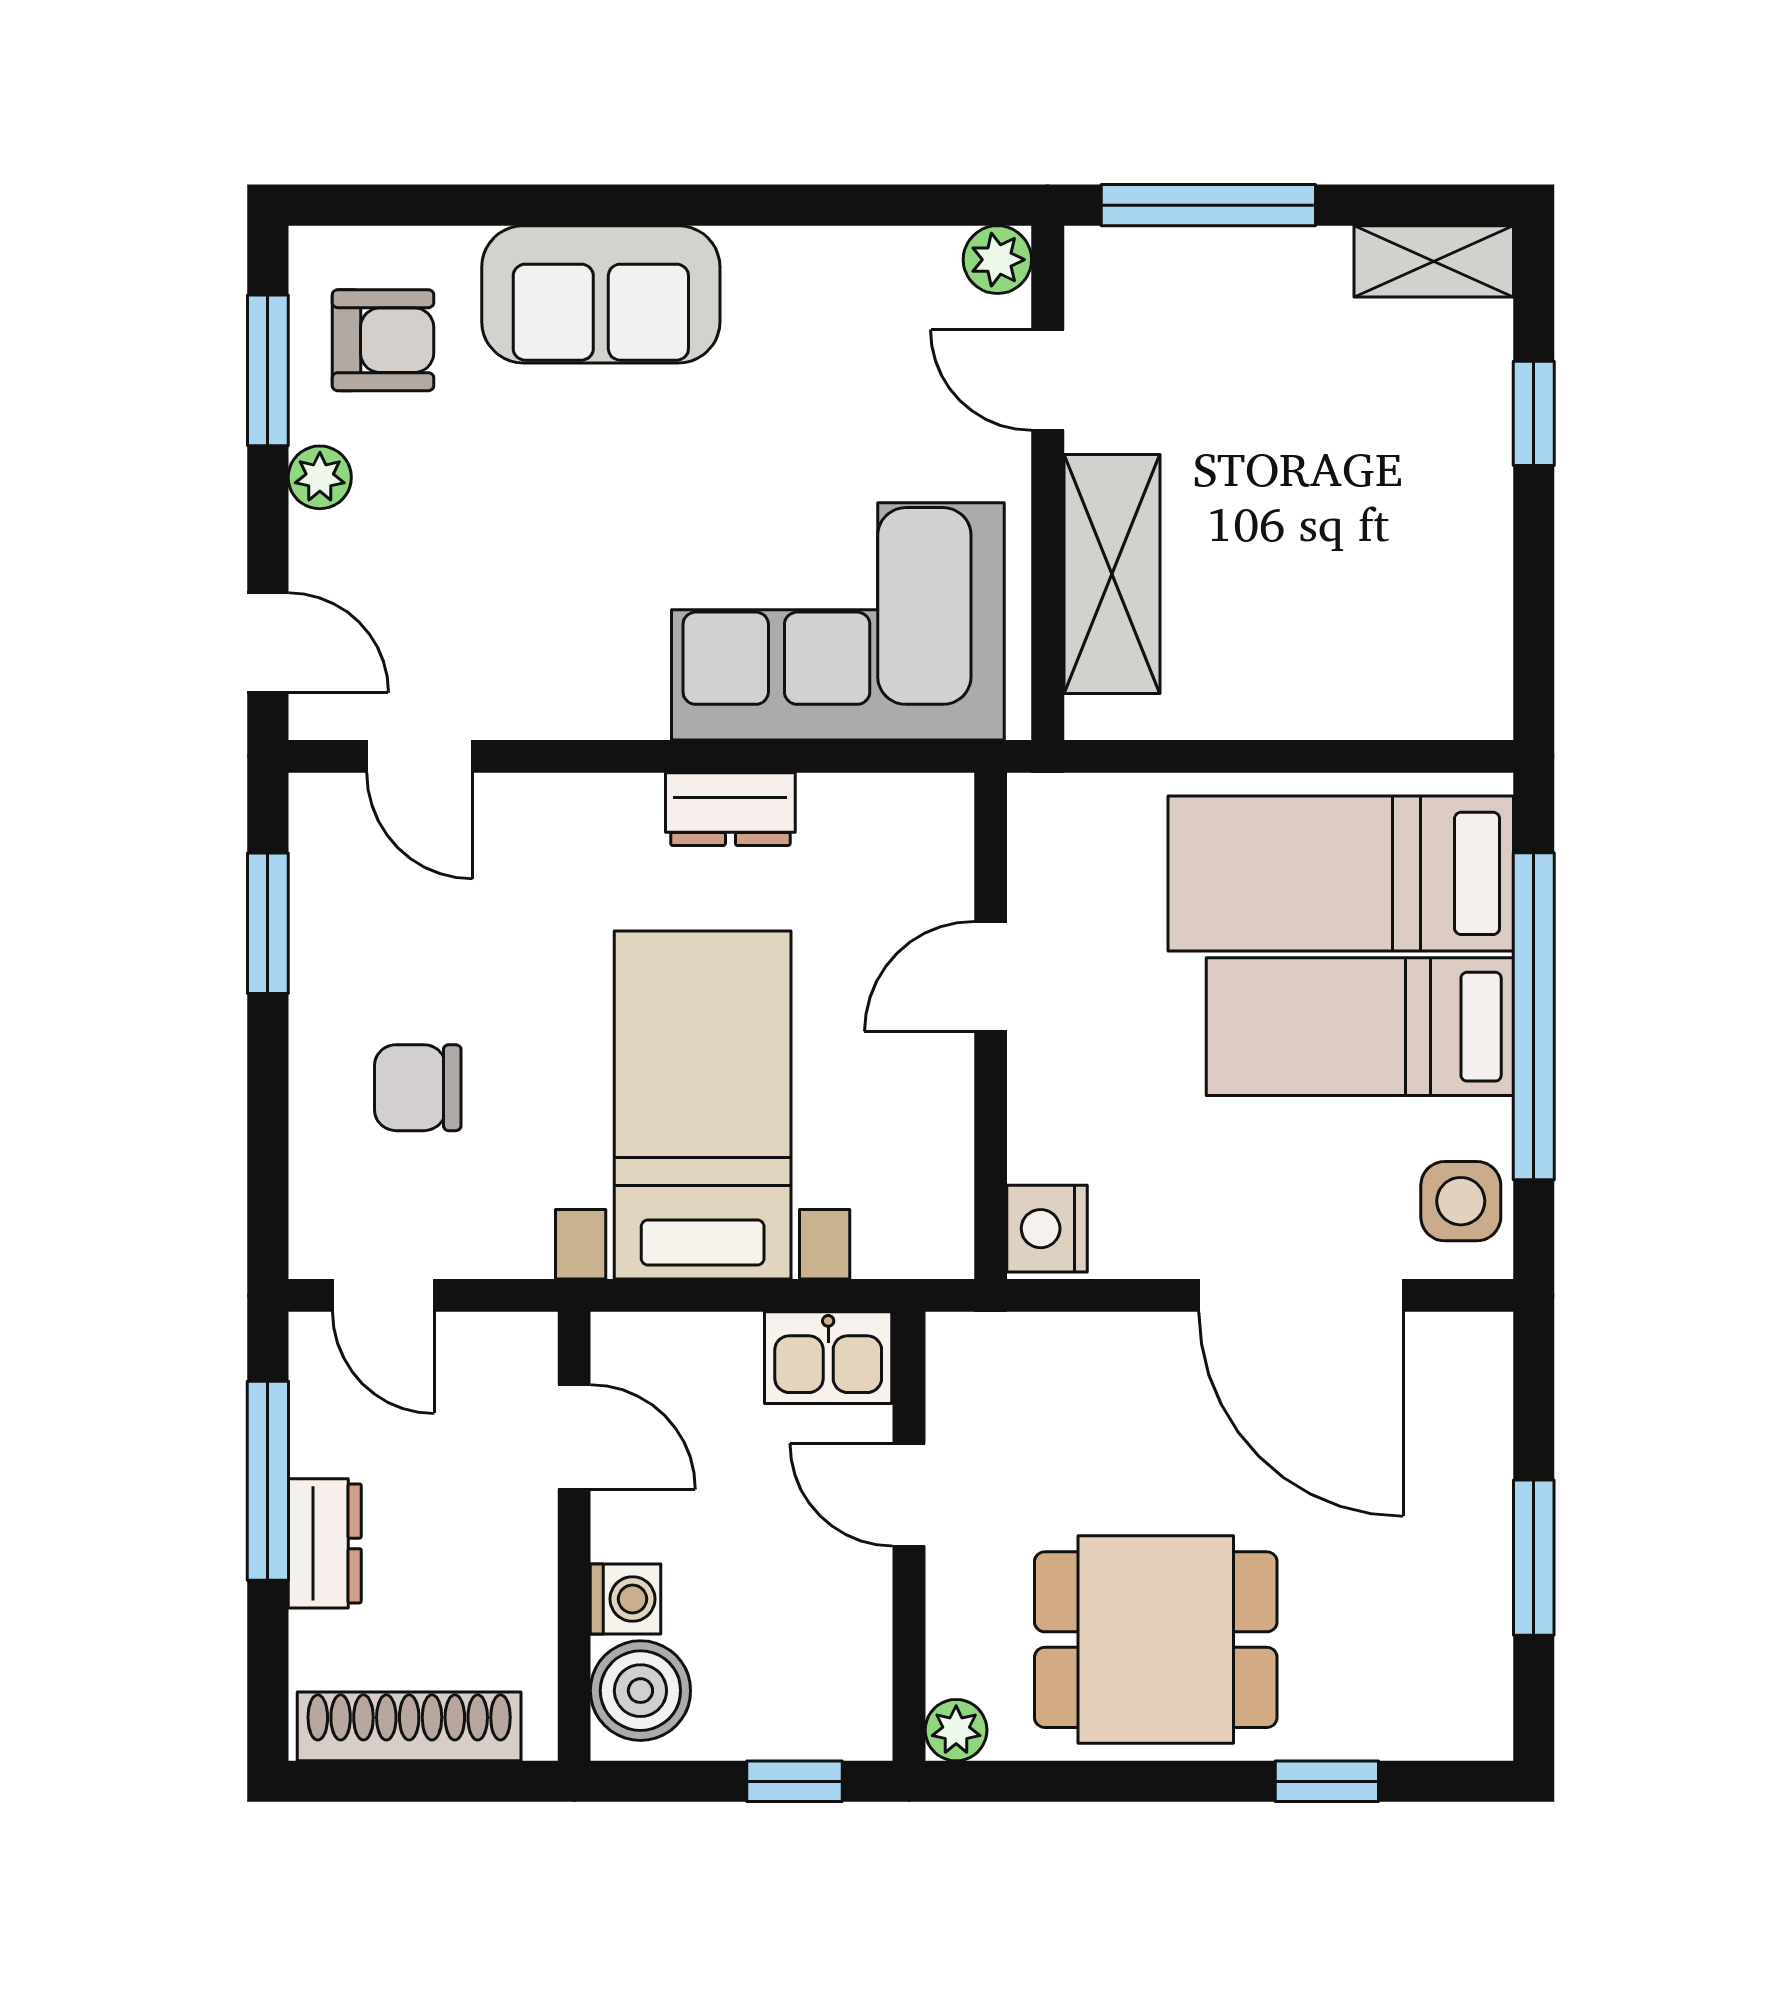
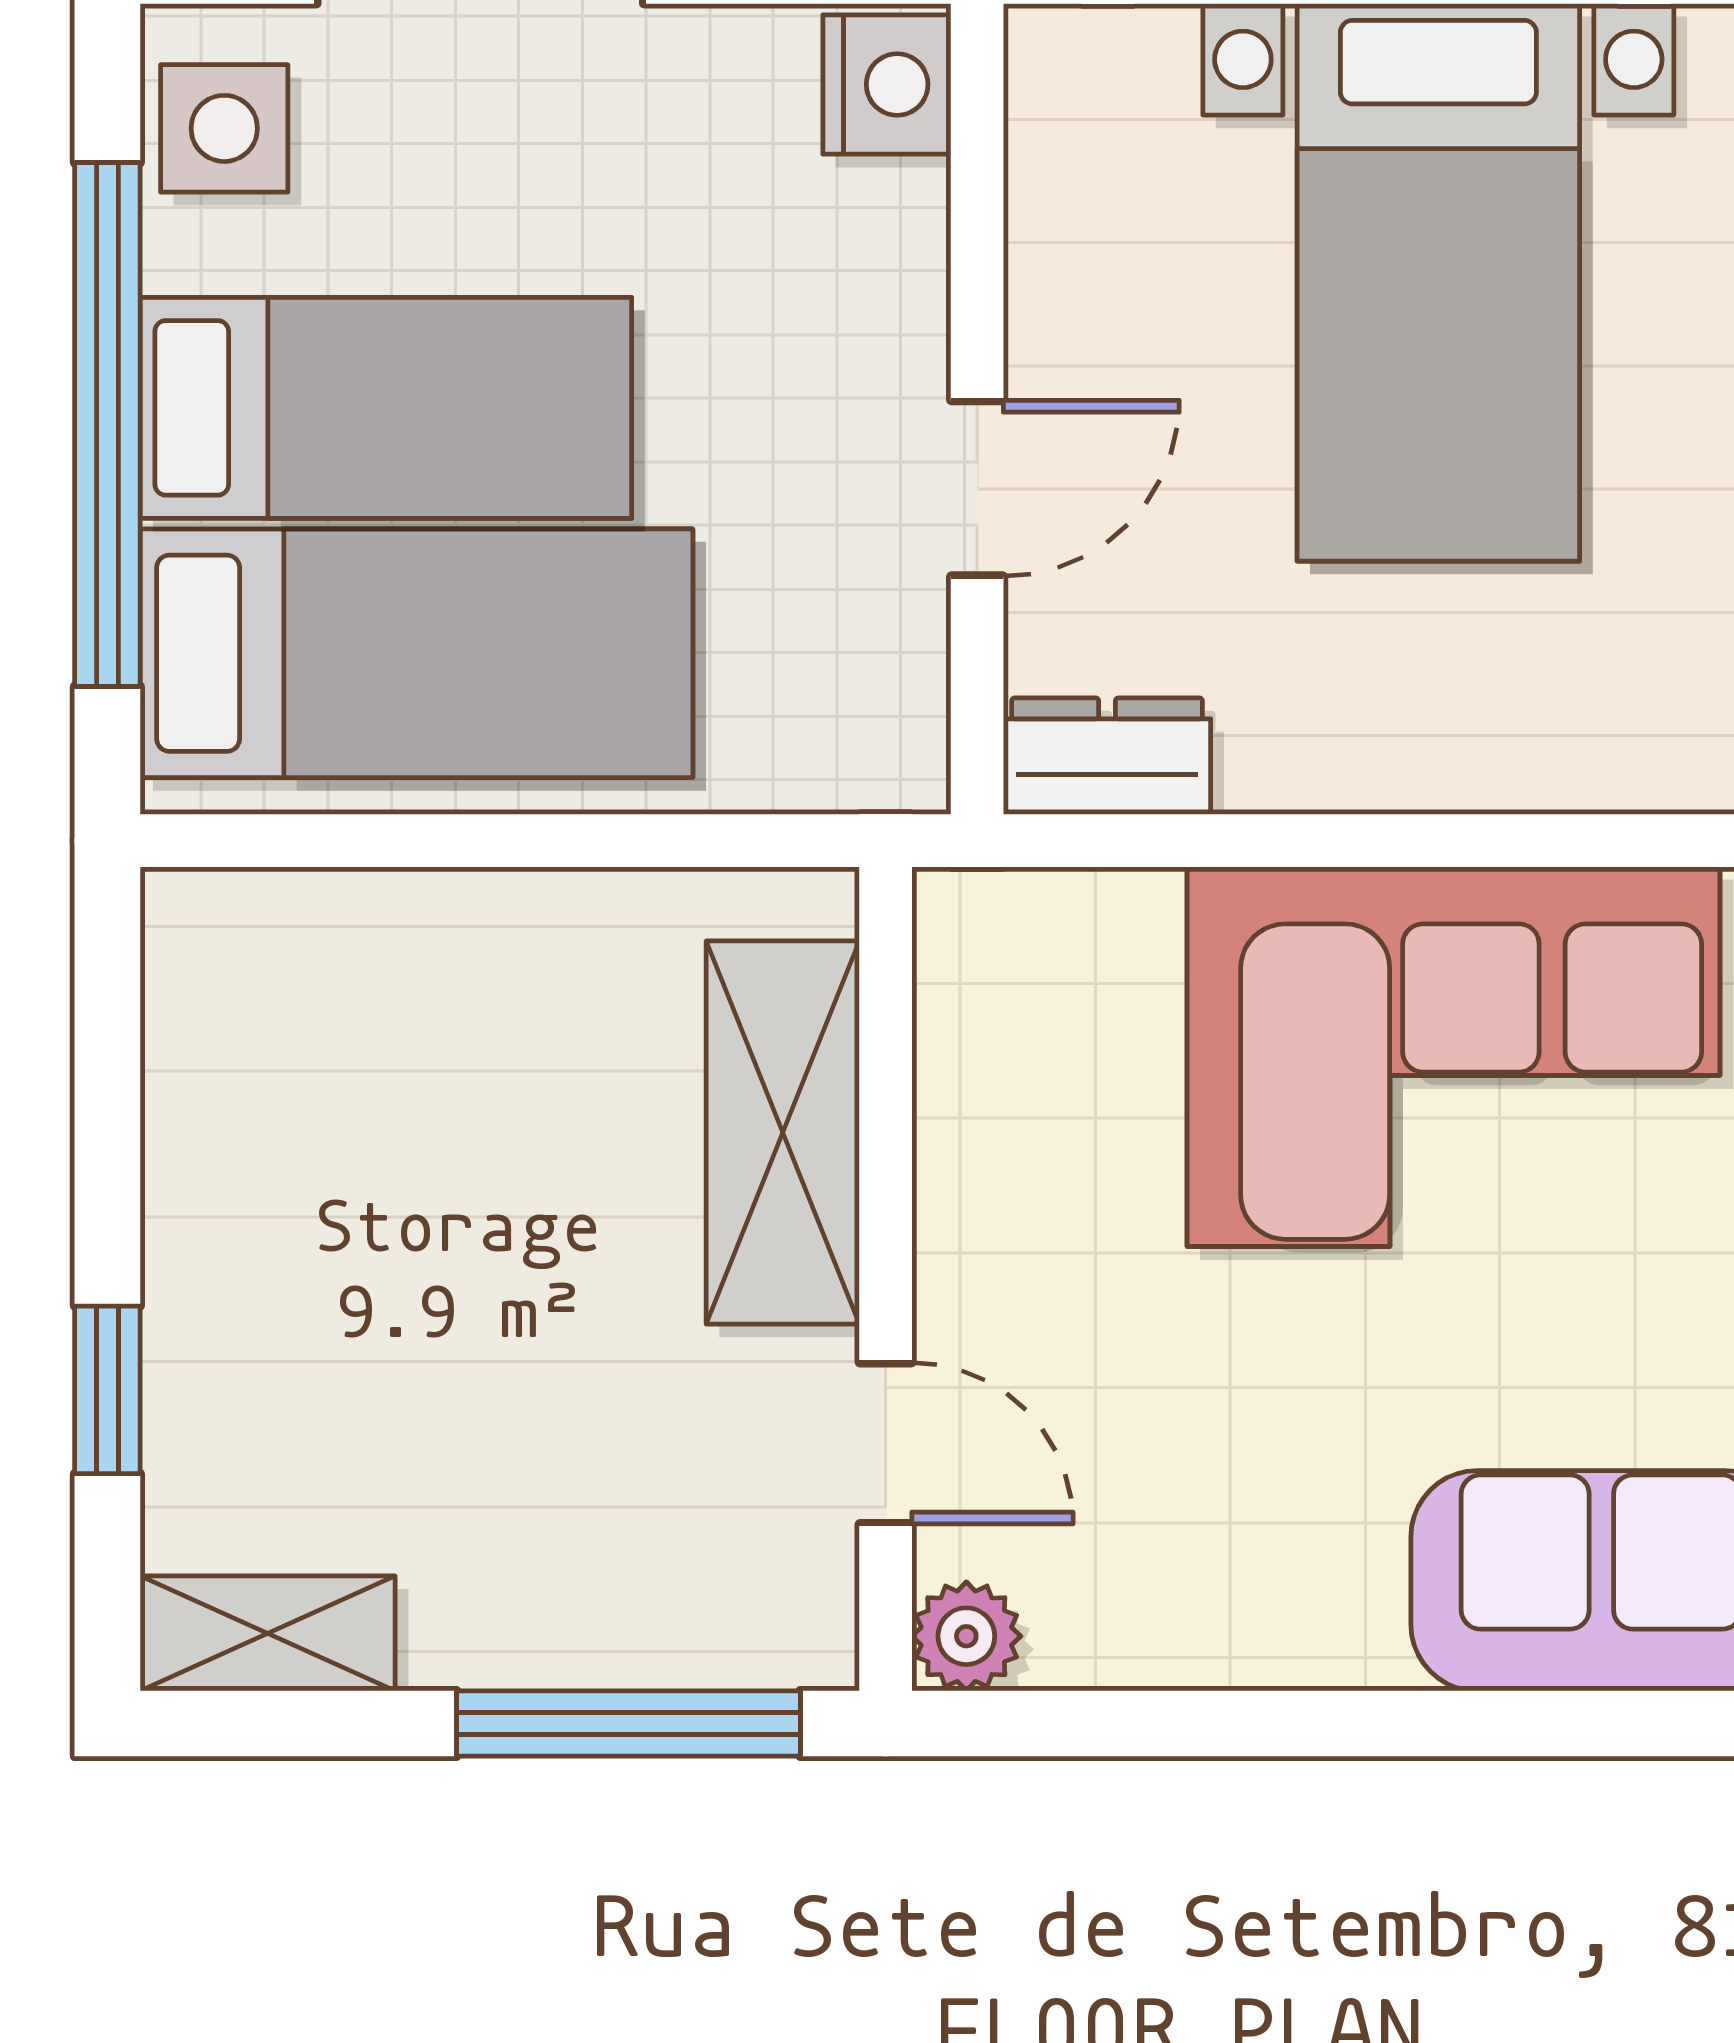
corner sofa: (838, 621) -> (1454, 1057), moved
dresser: (730, 809) -> (1107, 756), moved

